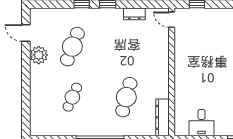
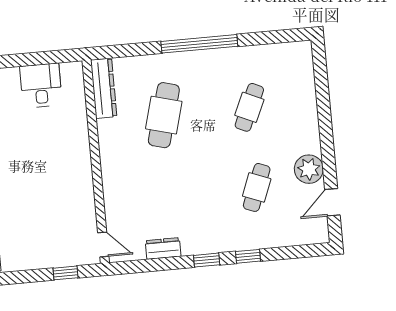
door: (26, 33) -> (332, 202), swing flipped
cafe table: (72, 47) -> (257, 187), width x0.73, depth x0.74

